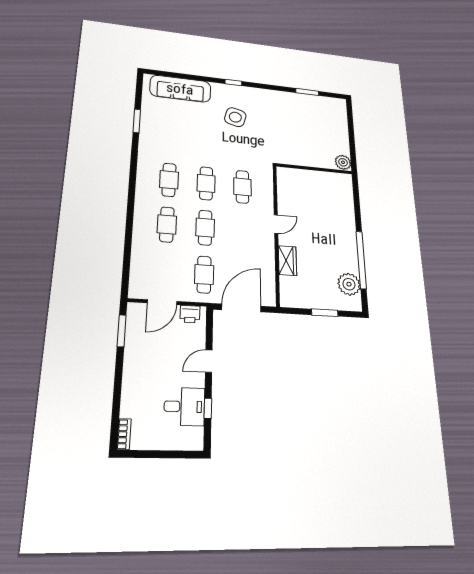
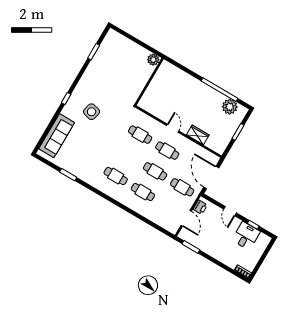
cafe table: (206, 183) -> (167, 151), moved

